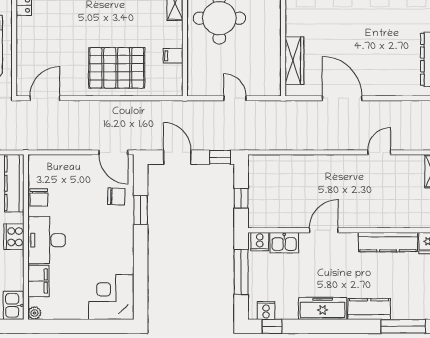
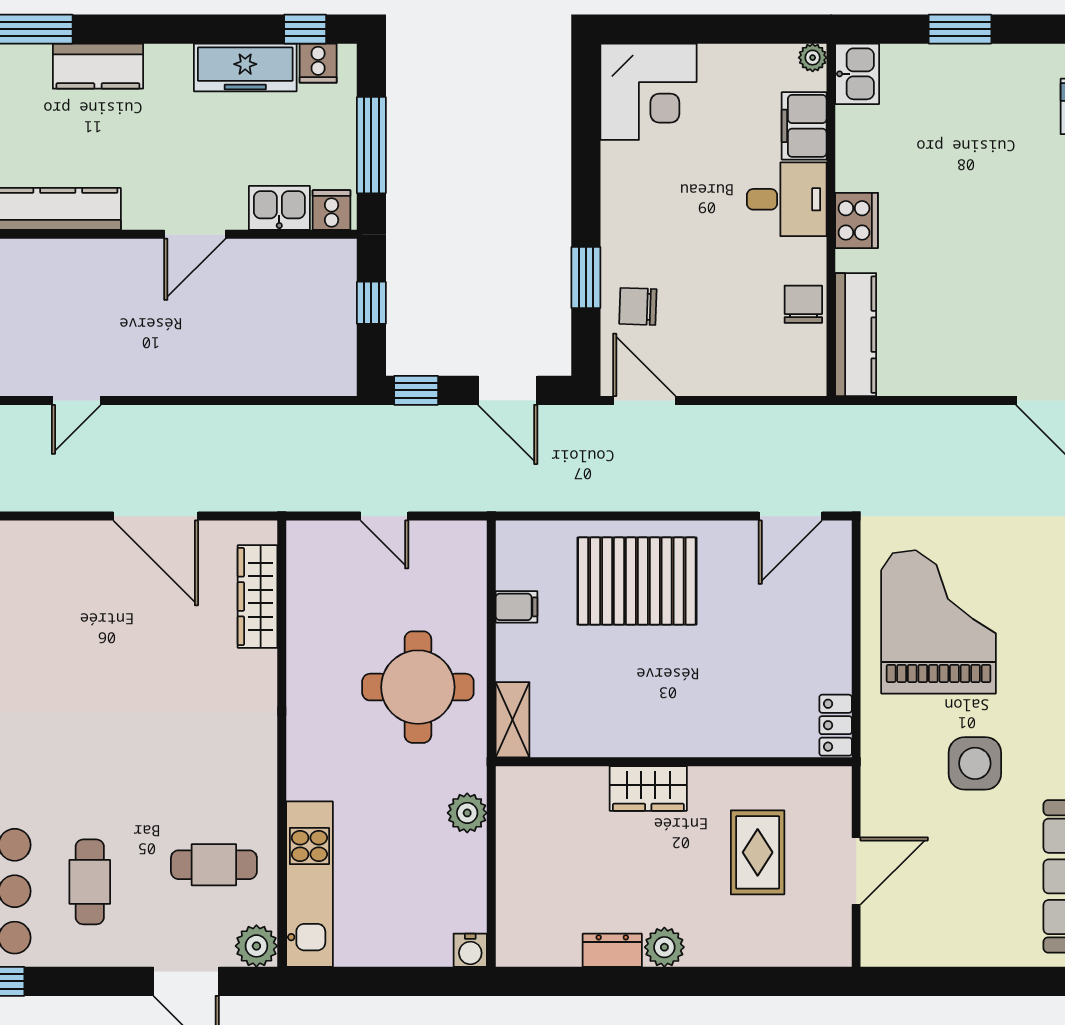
desk: (47, 240) -> (787, 199), width x0.73
freezer: (323, 308) -> (245, 67), moved

